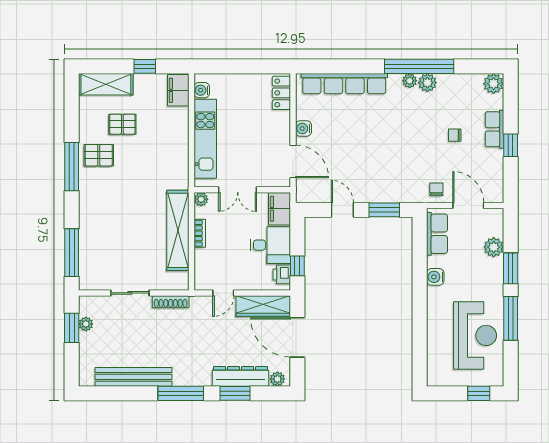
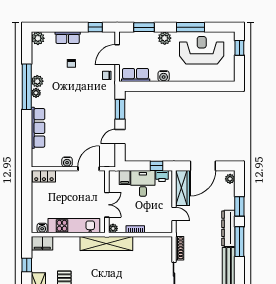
row of seats: (344, 84) -> (38, 128), width x0.73
window: (511, 145) -> (95, 27), moved
filing cabinet: (279, 209) -> (125, 177), width x0.50
shelving: (178, 230) -> (106, 244), moved
plant: (494, 247) -> (165, 38), moved
window: (511, 268) -> (144, 27), moved
dresser: (241, 376) -> (228, 228), moved

